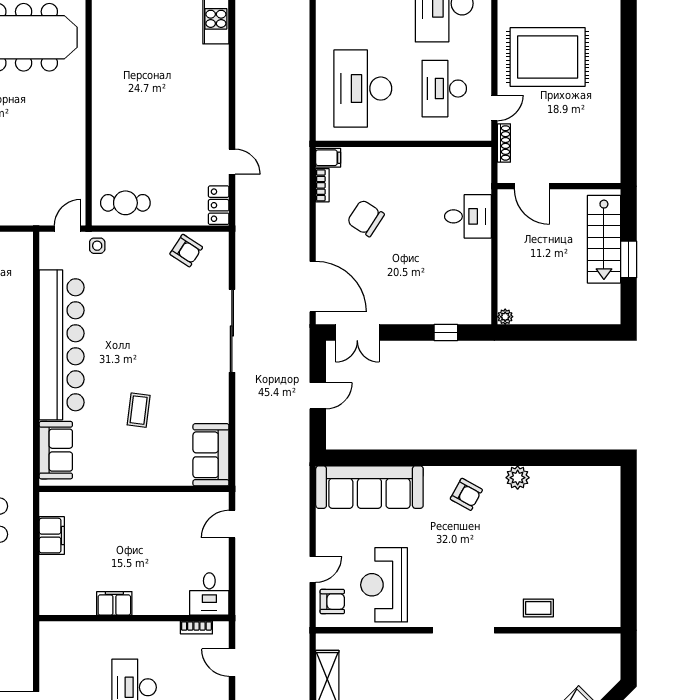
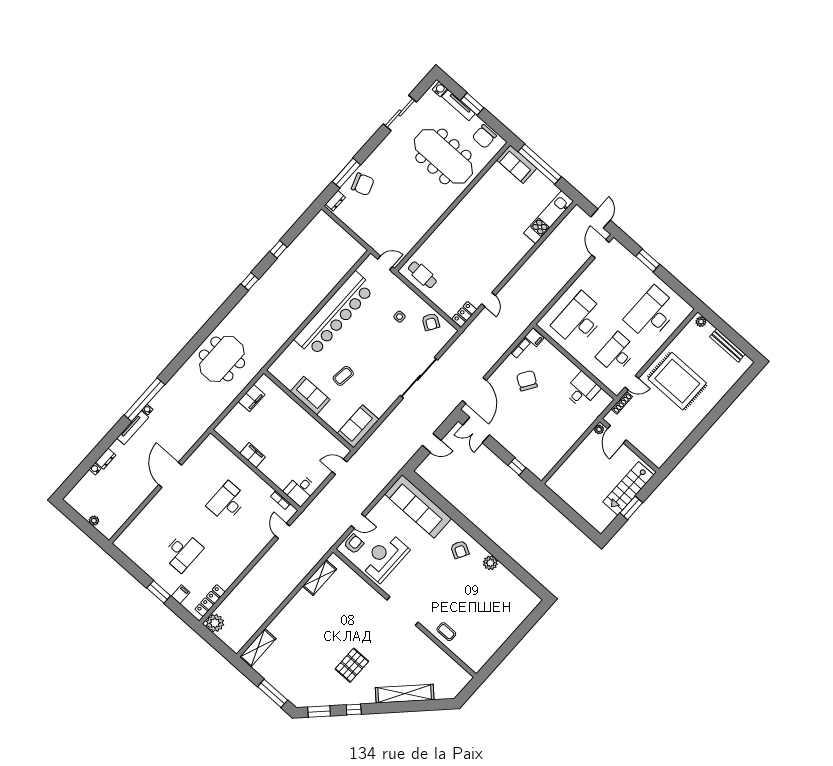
desk: (468, 216) -> (582, 390), moved, turned -90
side table: (97, 246) -> (399, 317), moved
plant: (505, 317) -> (599, 429), moved
sofa: (56, 450) -> (310, 396), moved, turned -90
armchair: (332, 602) -> (354, 544), turned -90

